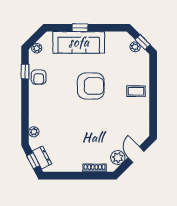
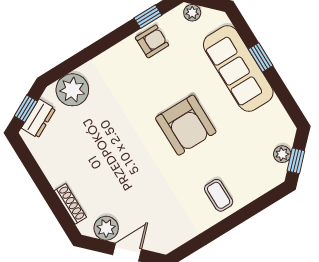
armchair: (39, 77) -> (152, 41), turned 180
plant: (34, 132) -> (72, 90), width x1.88, depth x1.88

